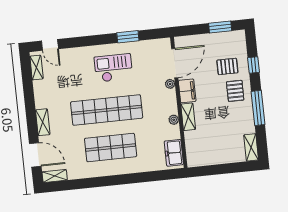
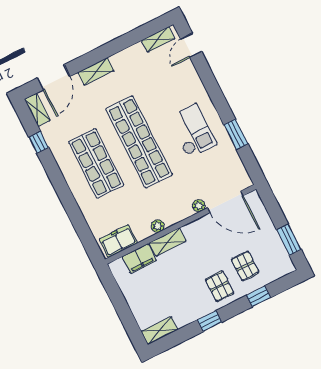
filing cabinet: (187, 91) -> (139, 259), moved
pallet: (235, 91) -> (220, 286), turned 90
window: (258, 108) -> (210, 321), width x0.46
window: (79, 184) -> (39, 142), added

